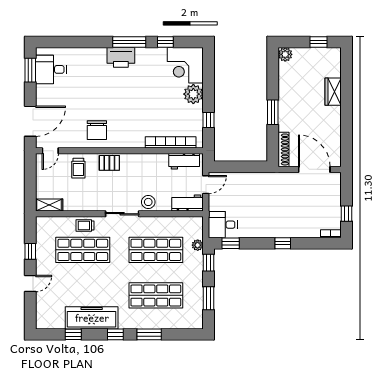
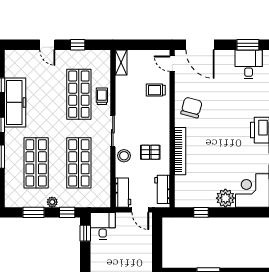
chair: (97, 130) -> (191, 108), turned 105
bookcase: (171, 142) -> (180, 151), moved
pallet: (109, 163) -> (150, 152), moved, turned 90
plant: (198, 245) -> (52, 202), moved

